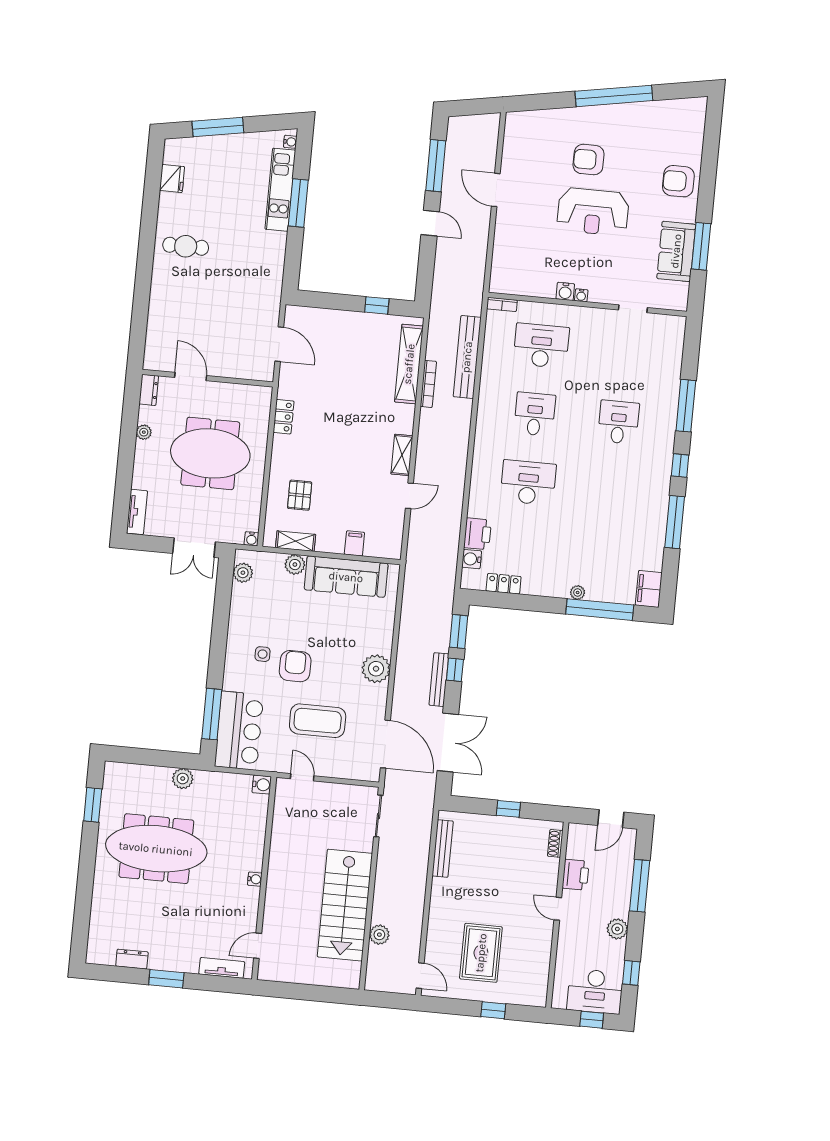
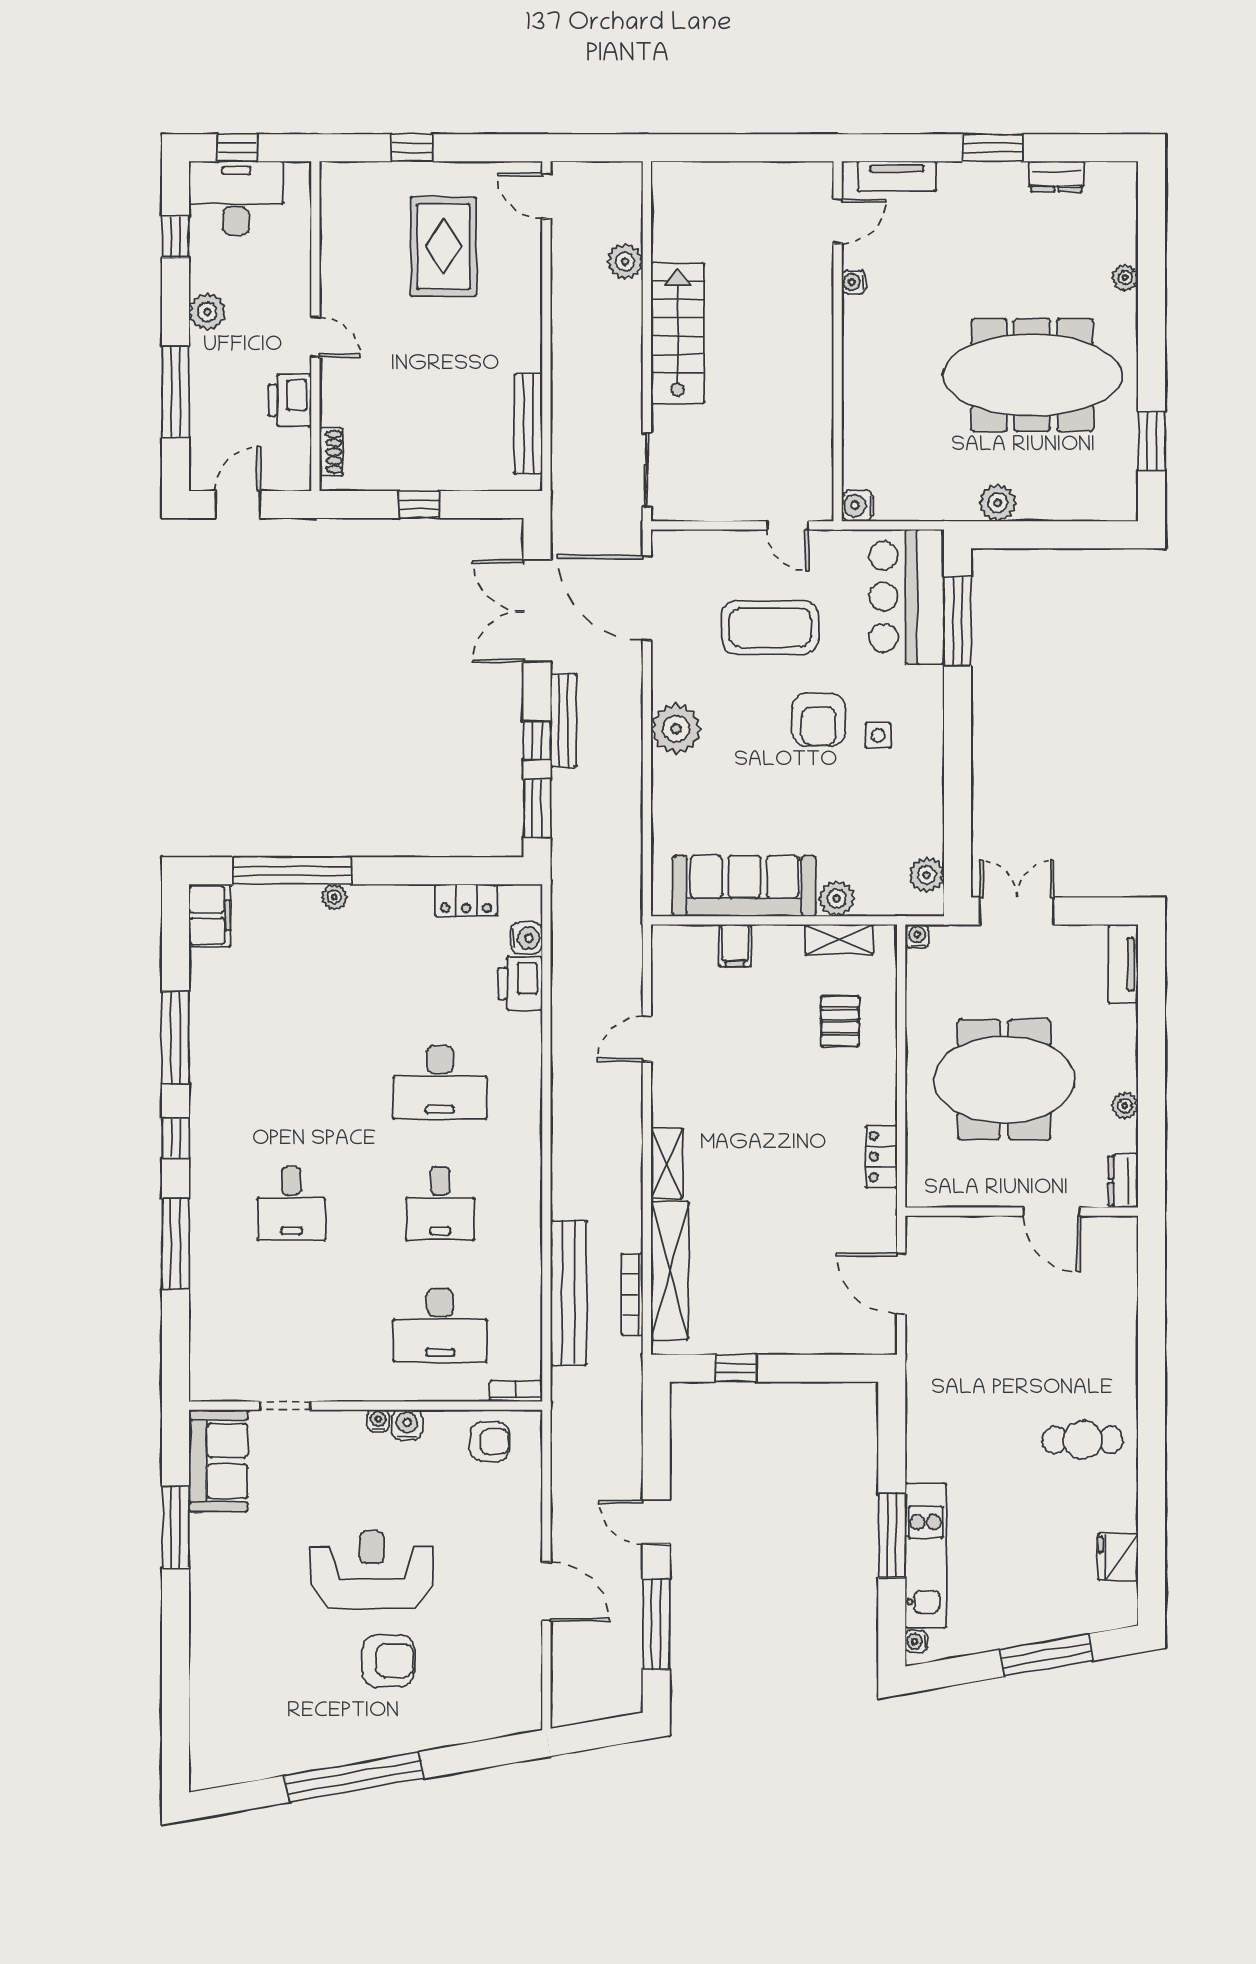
armchair: (678, 181) -> (490, 1441), moved, width x0.72, depth x0.72
sofa: (676, 251) -> (218, 1461), moved
bookcase: (428, 384) -> (632, 1294), moved
shelving: (402, 455) -> (667, 1163), moved
water cooler: (255, 879) -> (854, 282), moved
plant: (99, 898) -> (1125, 278), added
stairs: (345, 905) -> (677, 333), width x0.73, depth x0.66

